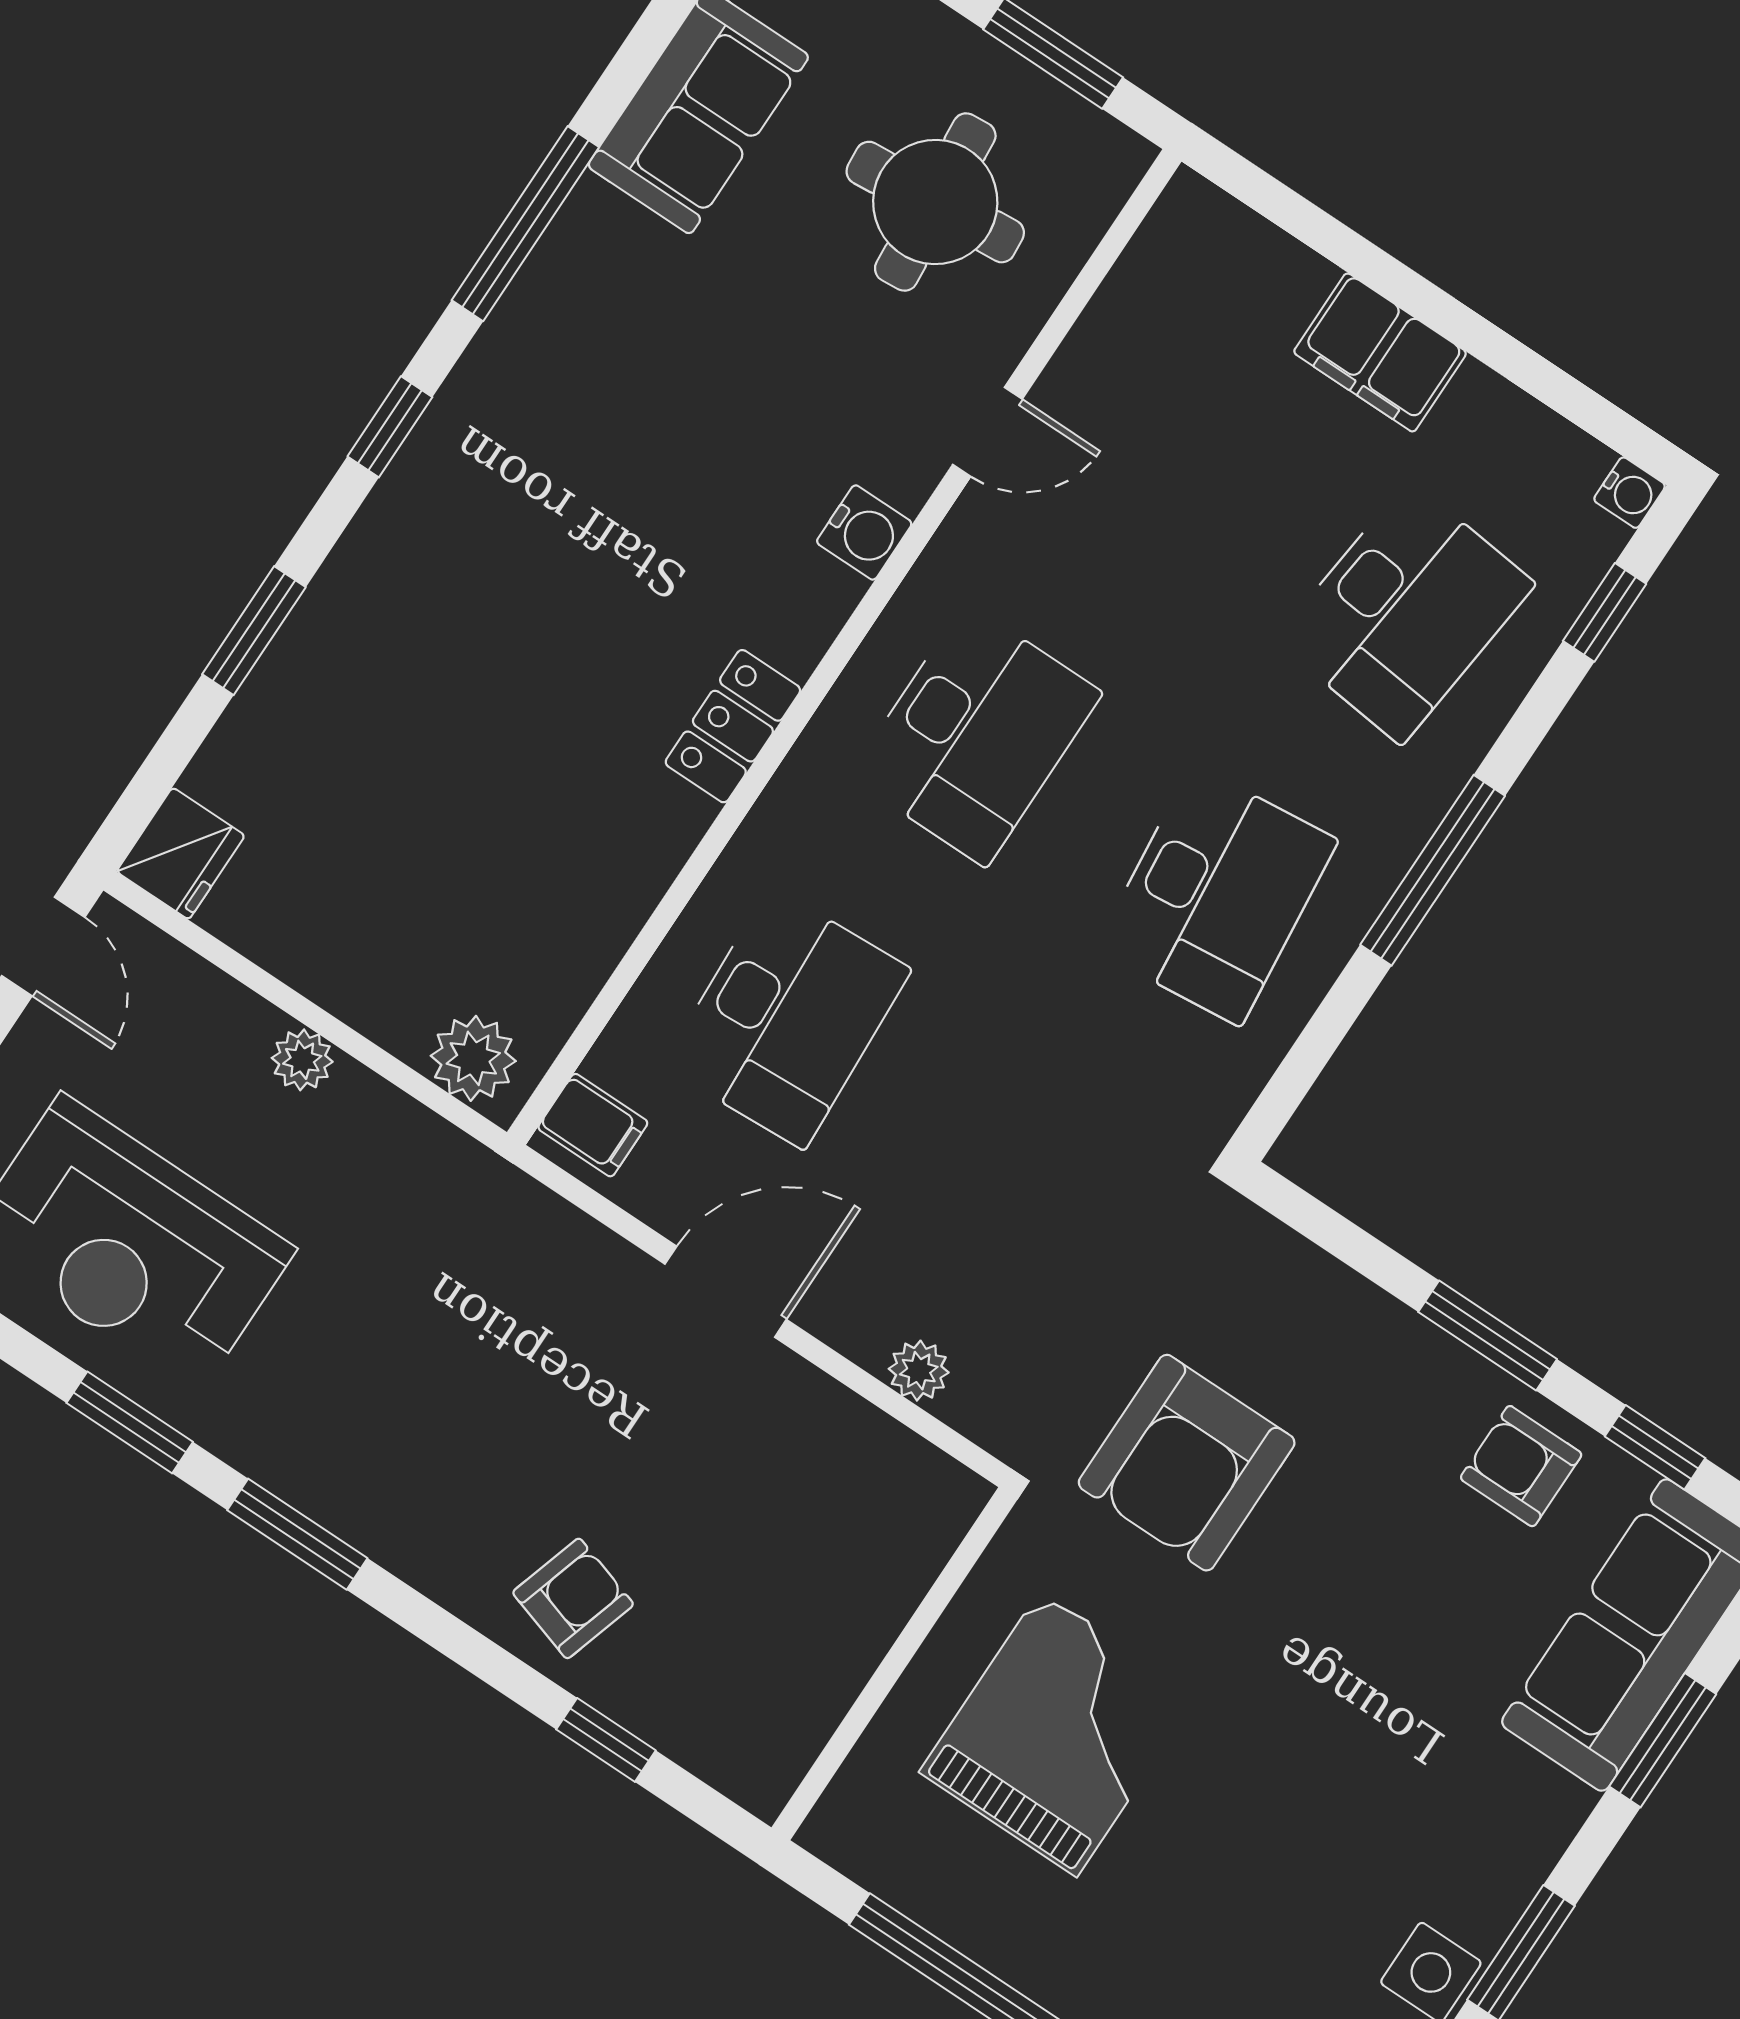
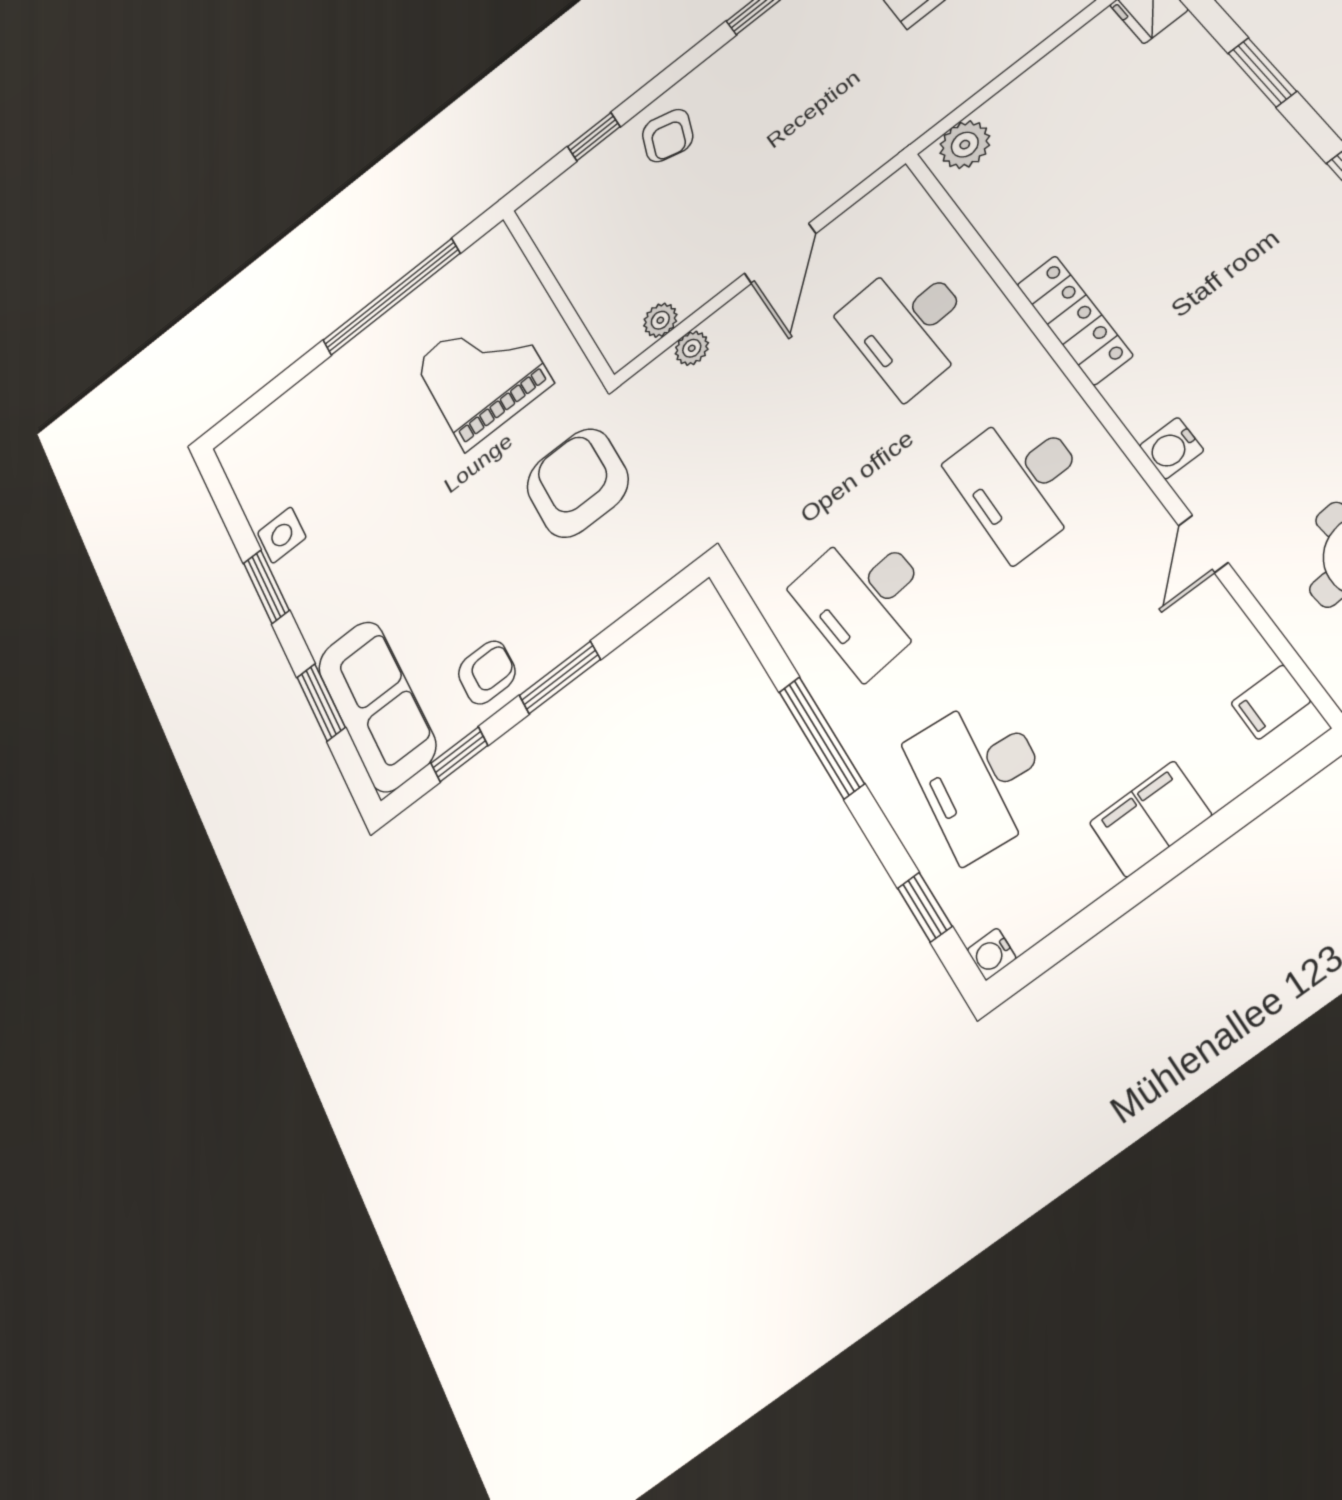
locker: (733, 726) -> (1074, 320), width x1.53
plant: (302, 1060) -> (660, 320), moved
filing cabinet: (593, 1125) -> (1271, 702), moved
grand piano: (1059, 1734) -> (483, 372), turned 180

